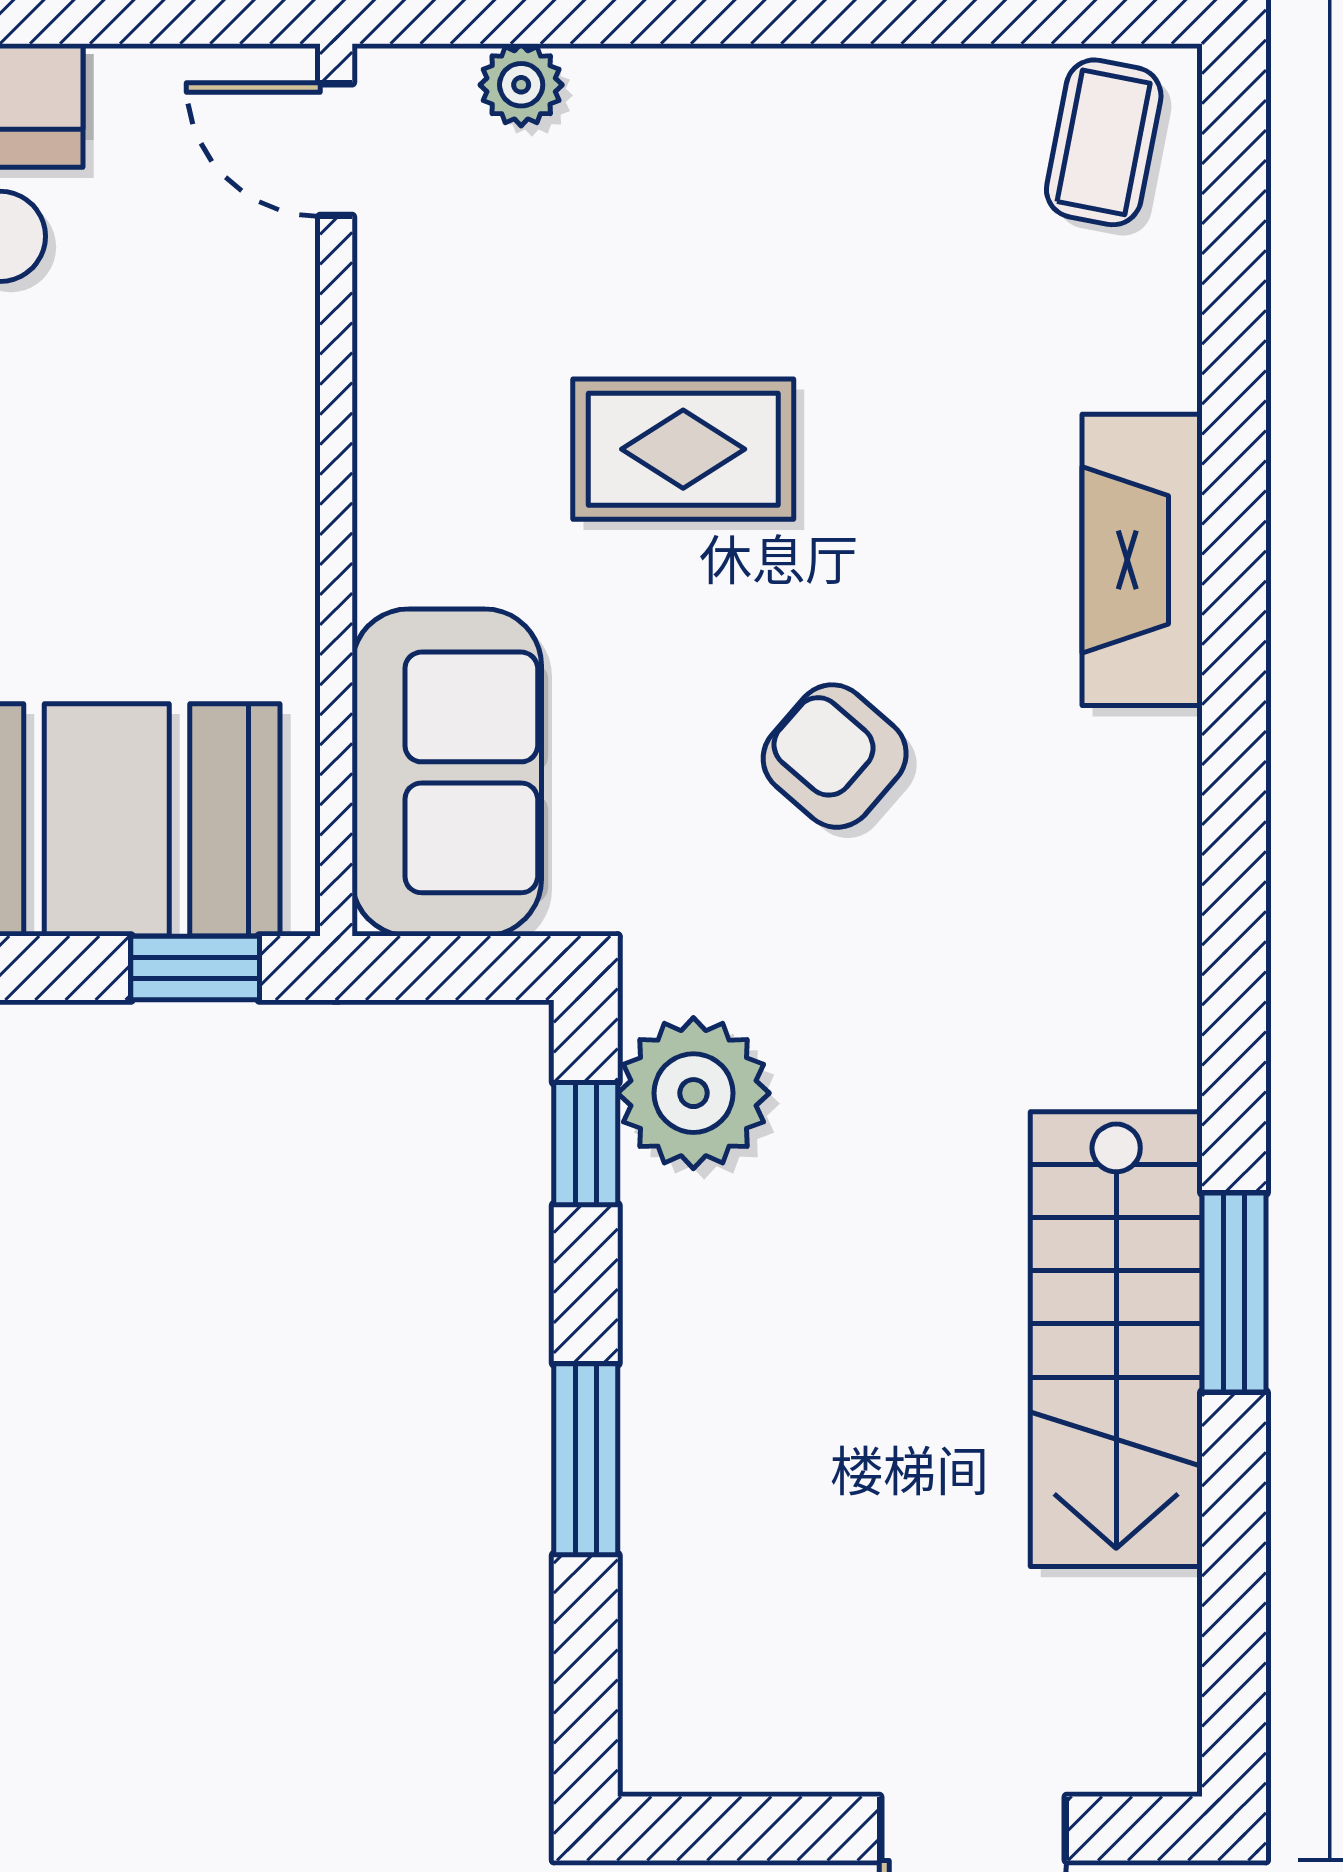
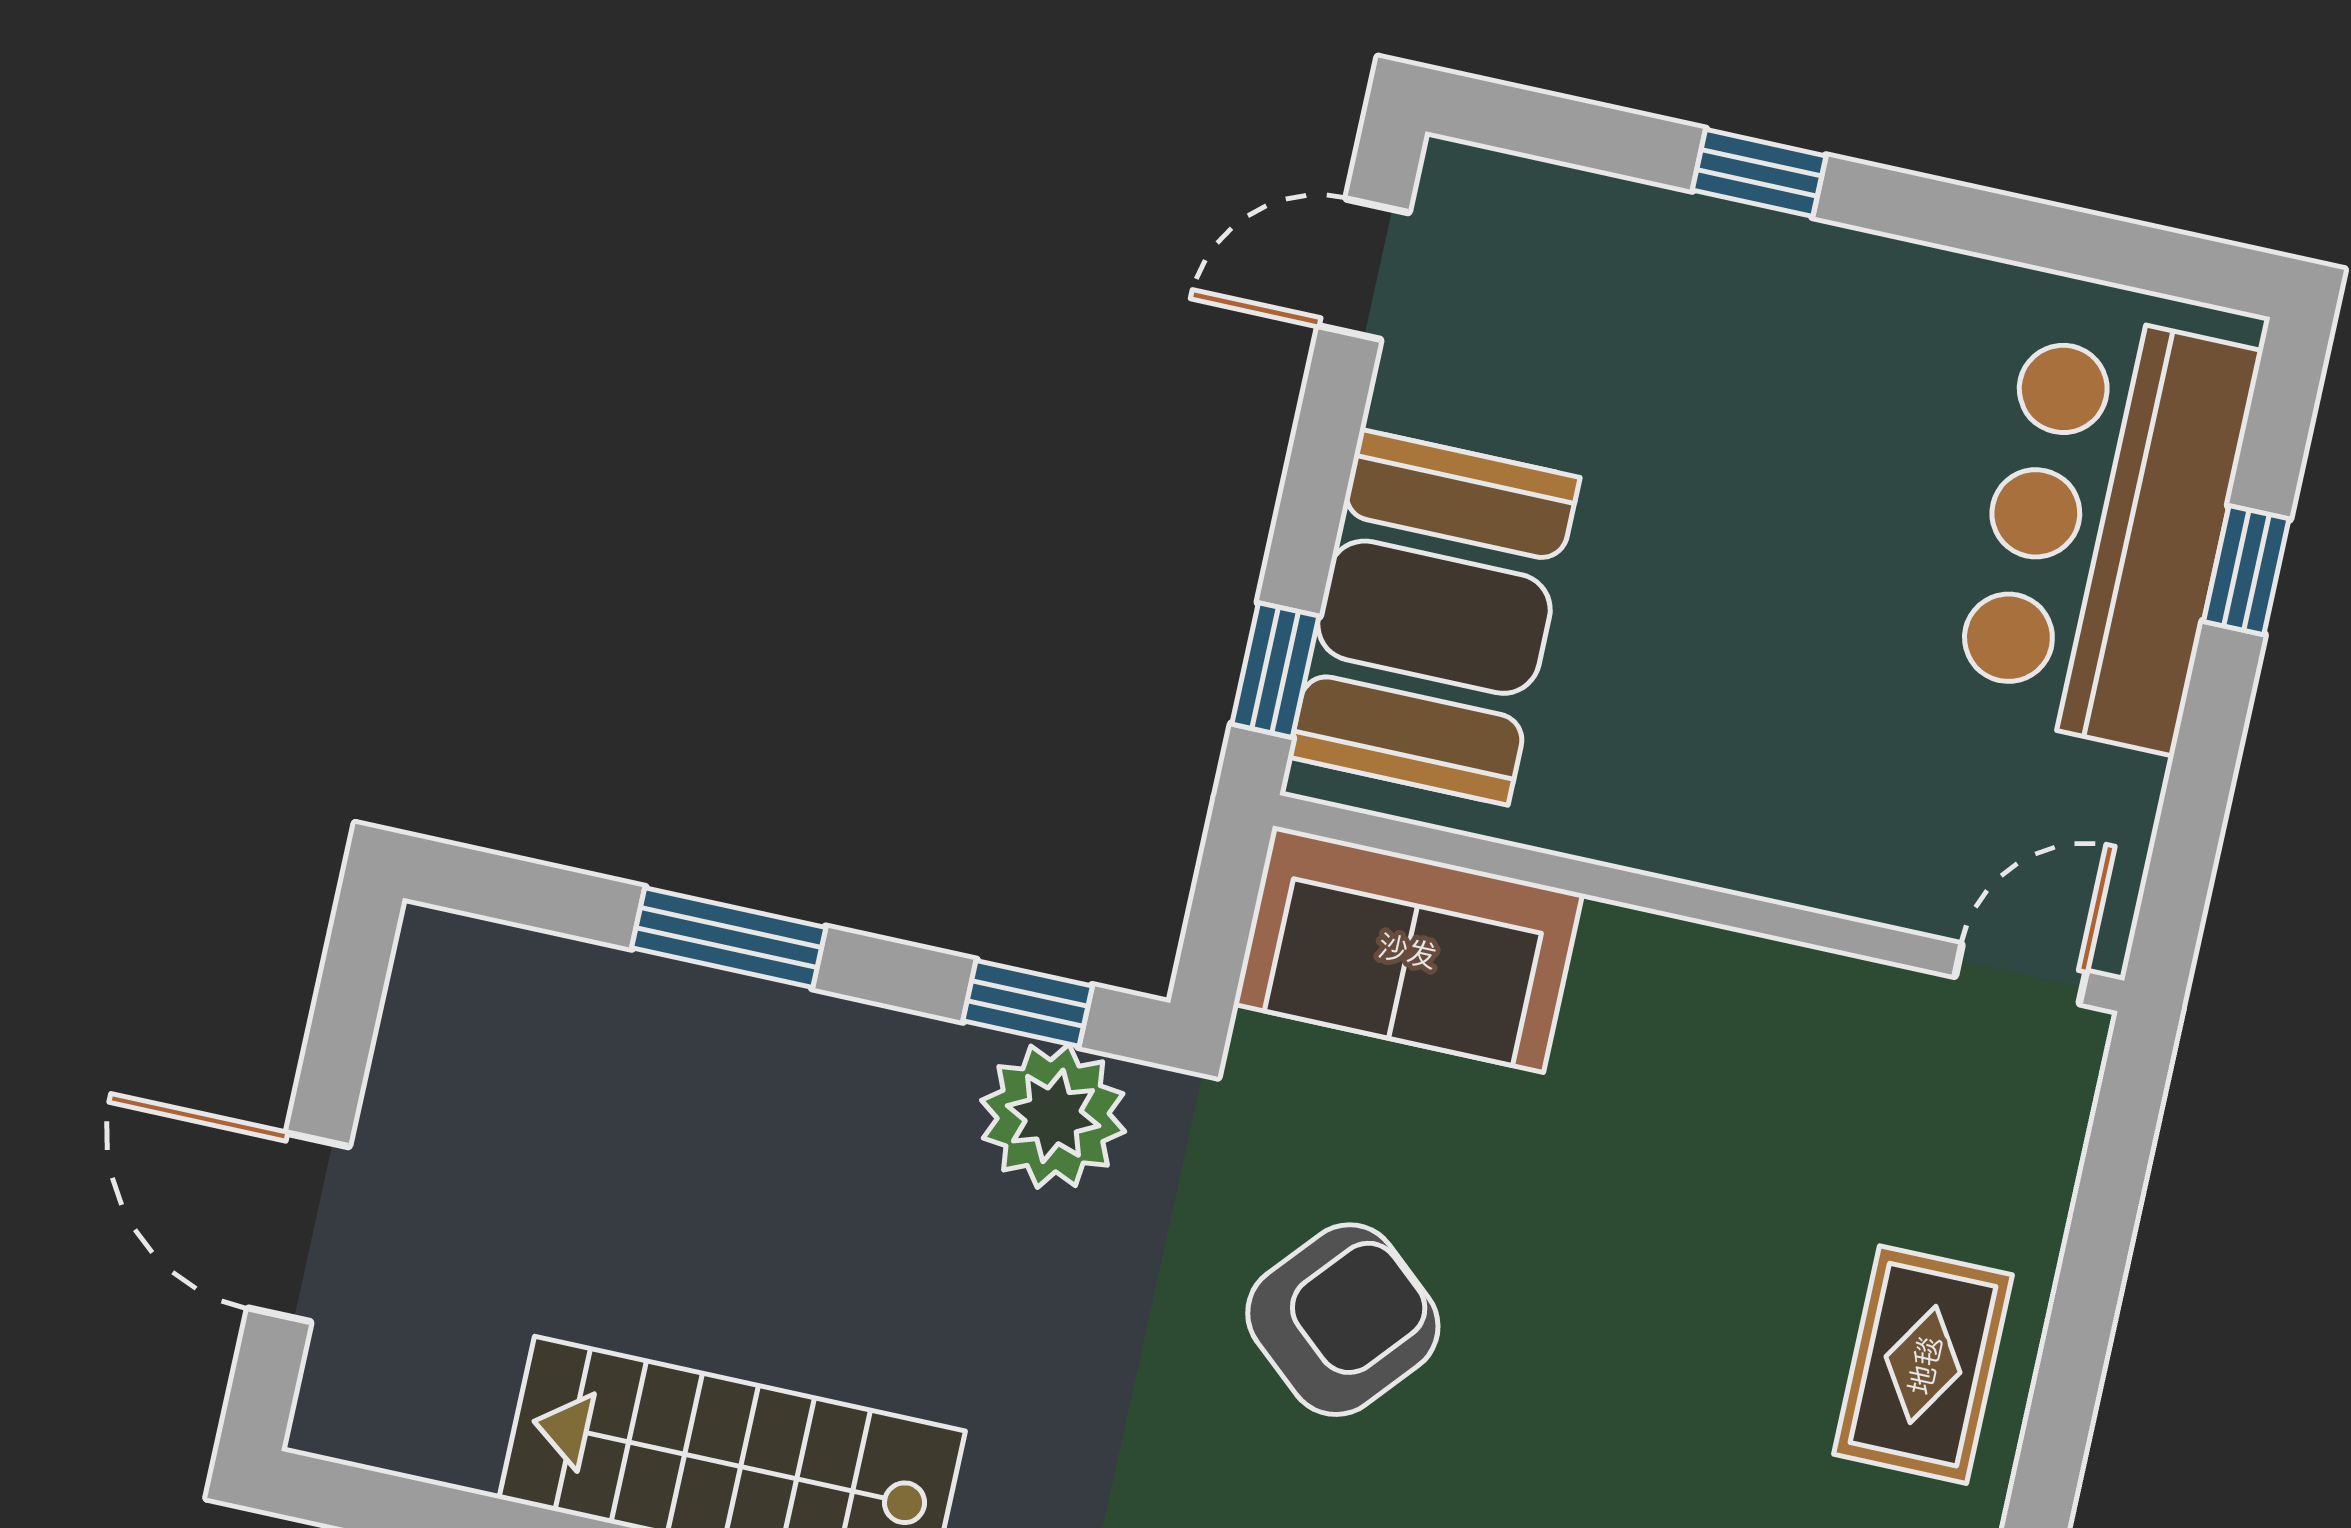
plant: (521, 85) -> (2044, 1163), removed
rug: (683, 449) -> (1923, 1365), moved
armchair: (835, 756) -> (1343, 1320), width x1.38, depth x1.38

